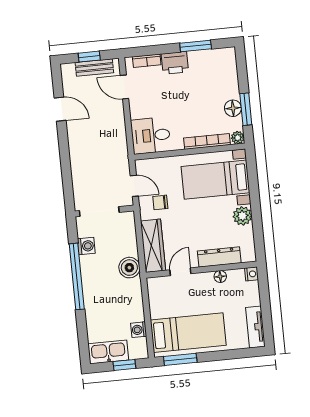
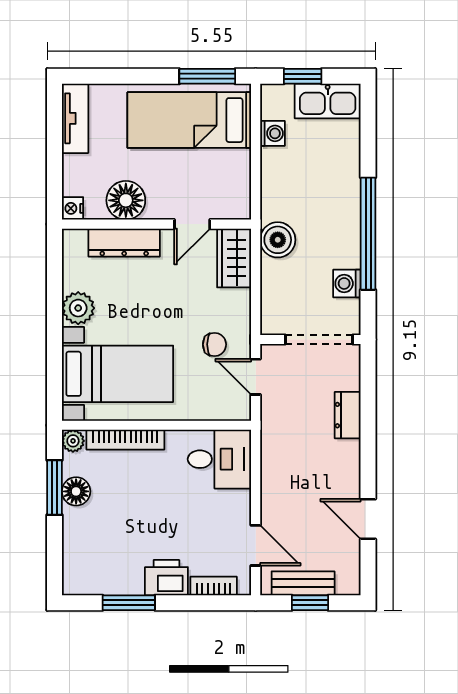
dresser: (78, 169) -> (348, 415), added
wardrobe: (153, 246) -> (234, 258), width x0.67
floor lamp: (220, 277) -> (126, 200), width x1.89, depth x1.89

